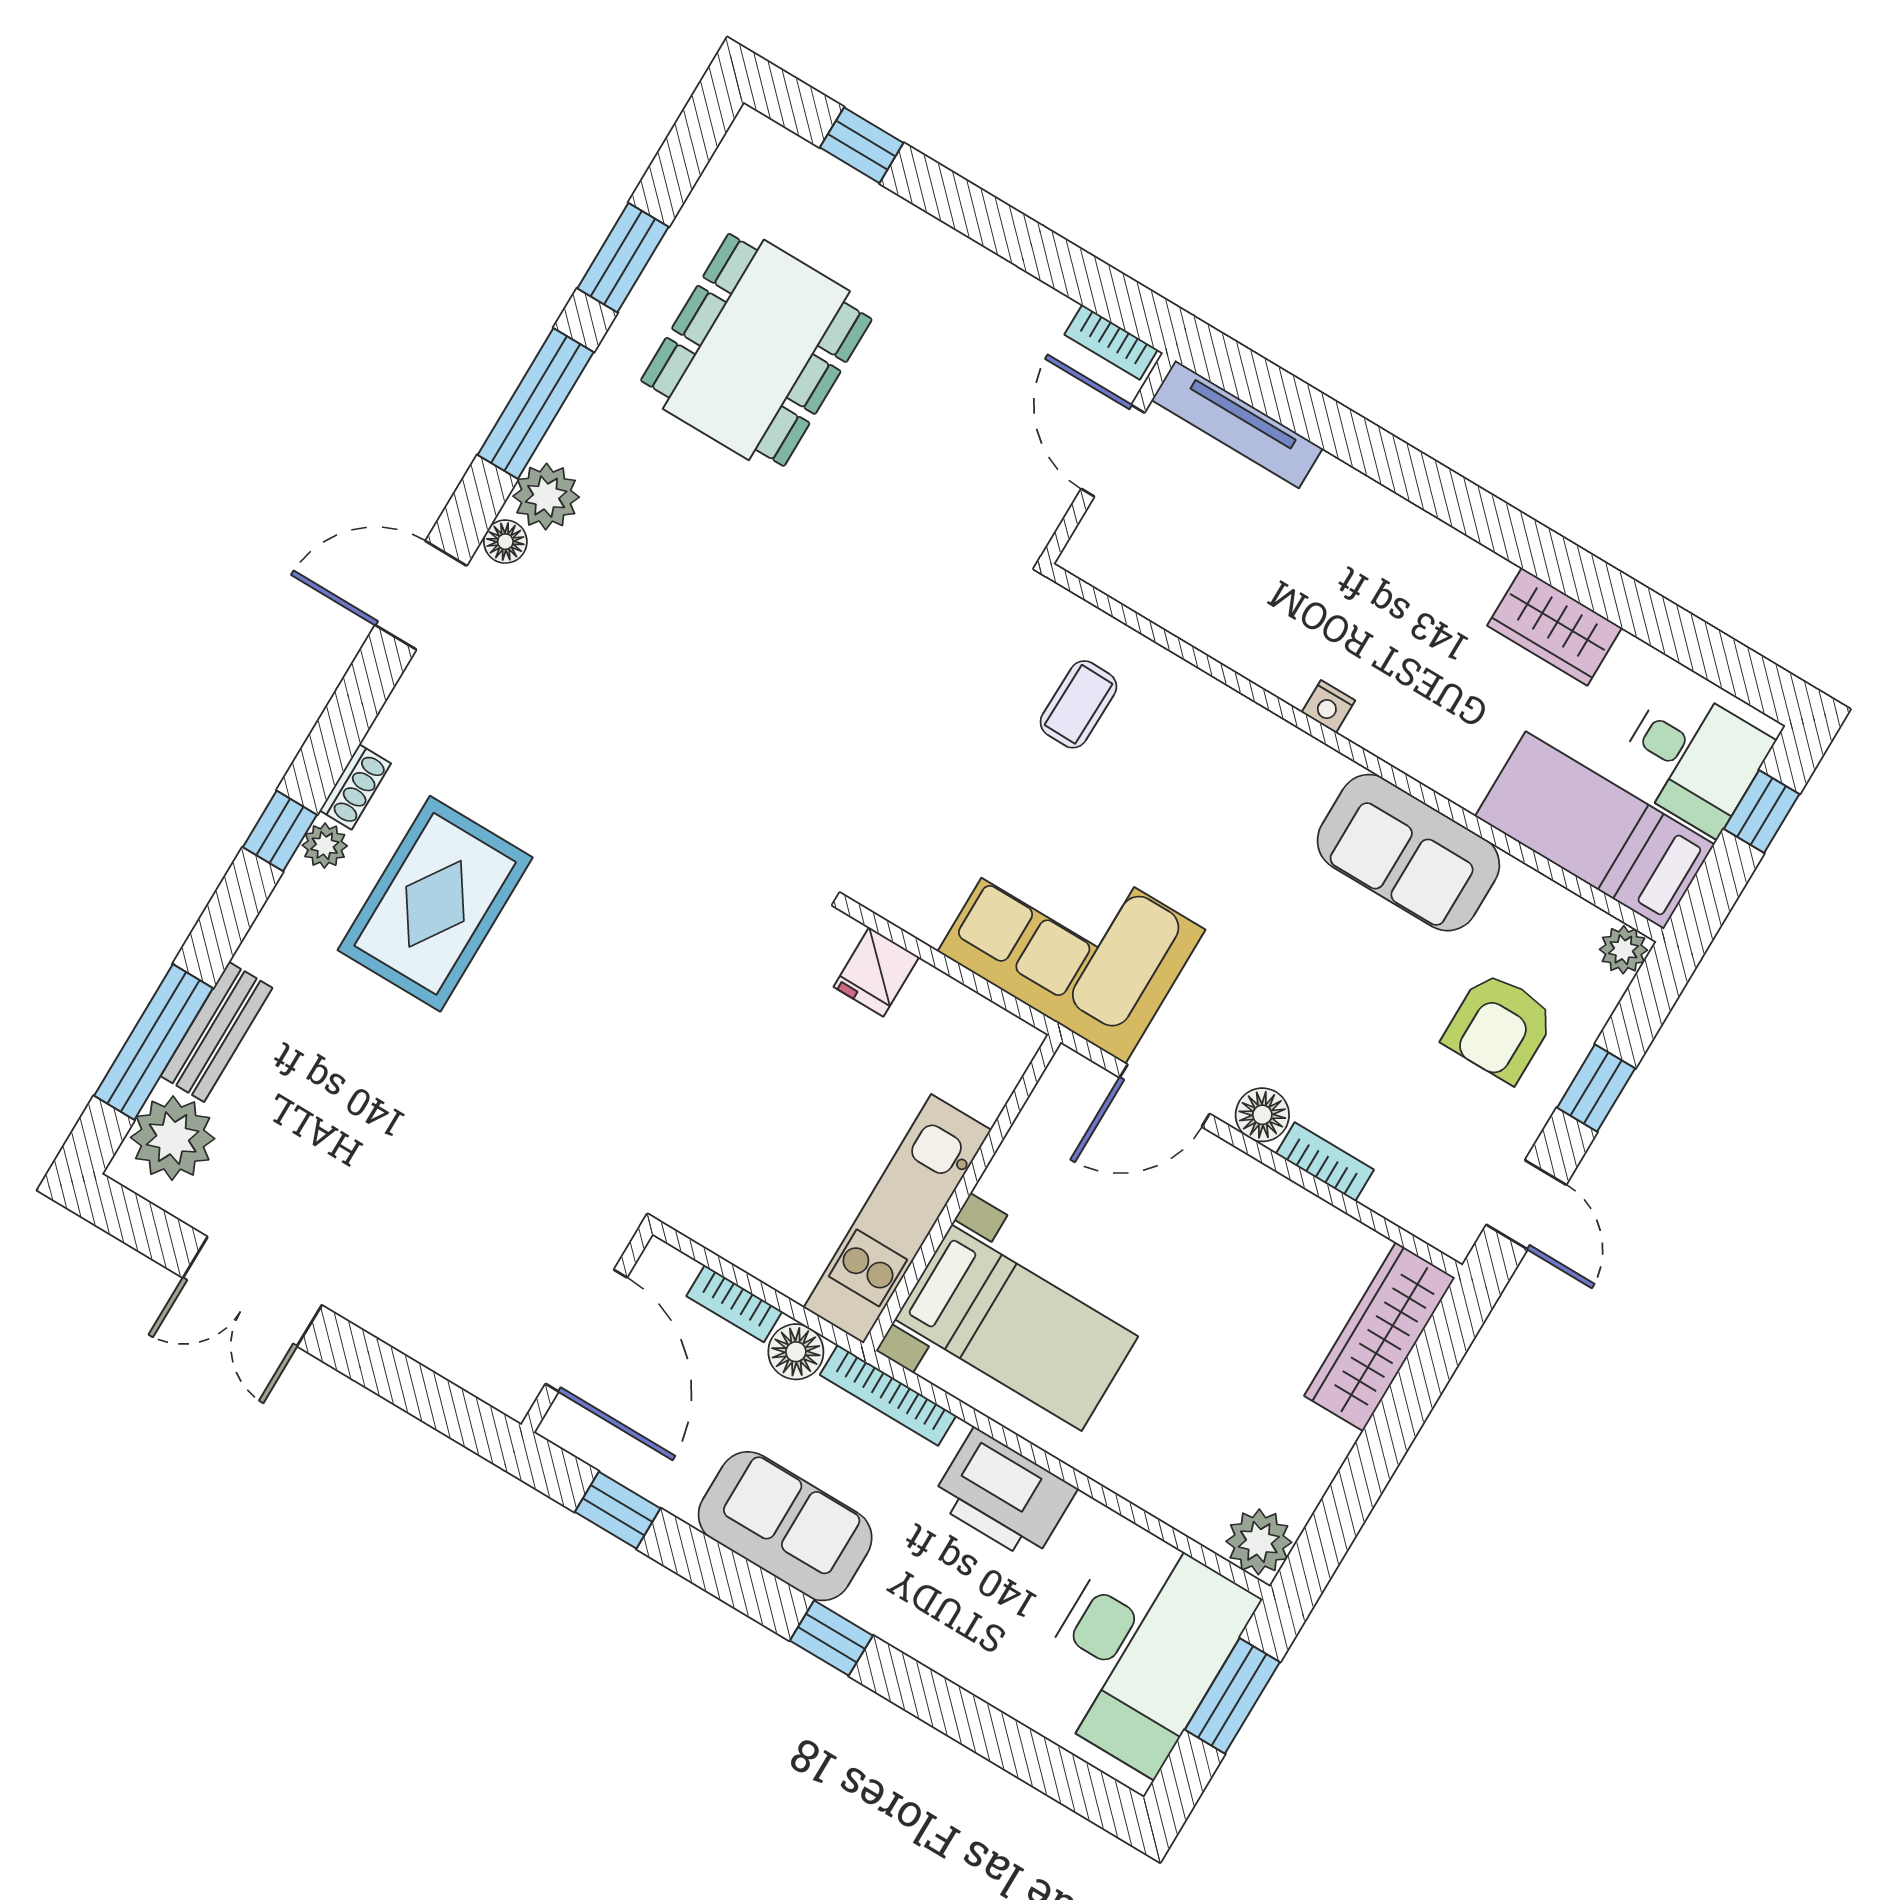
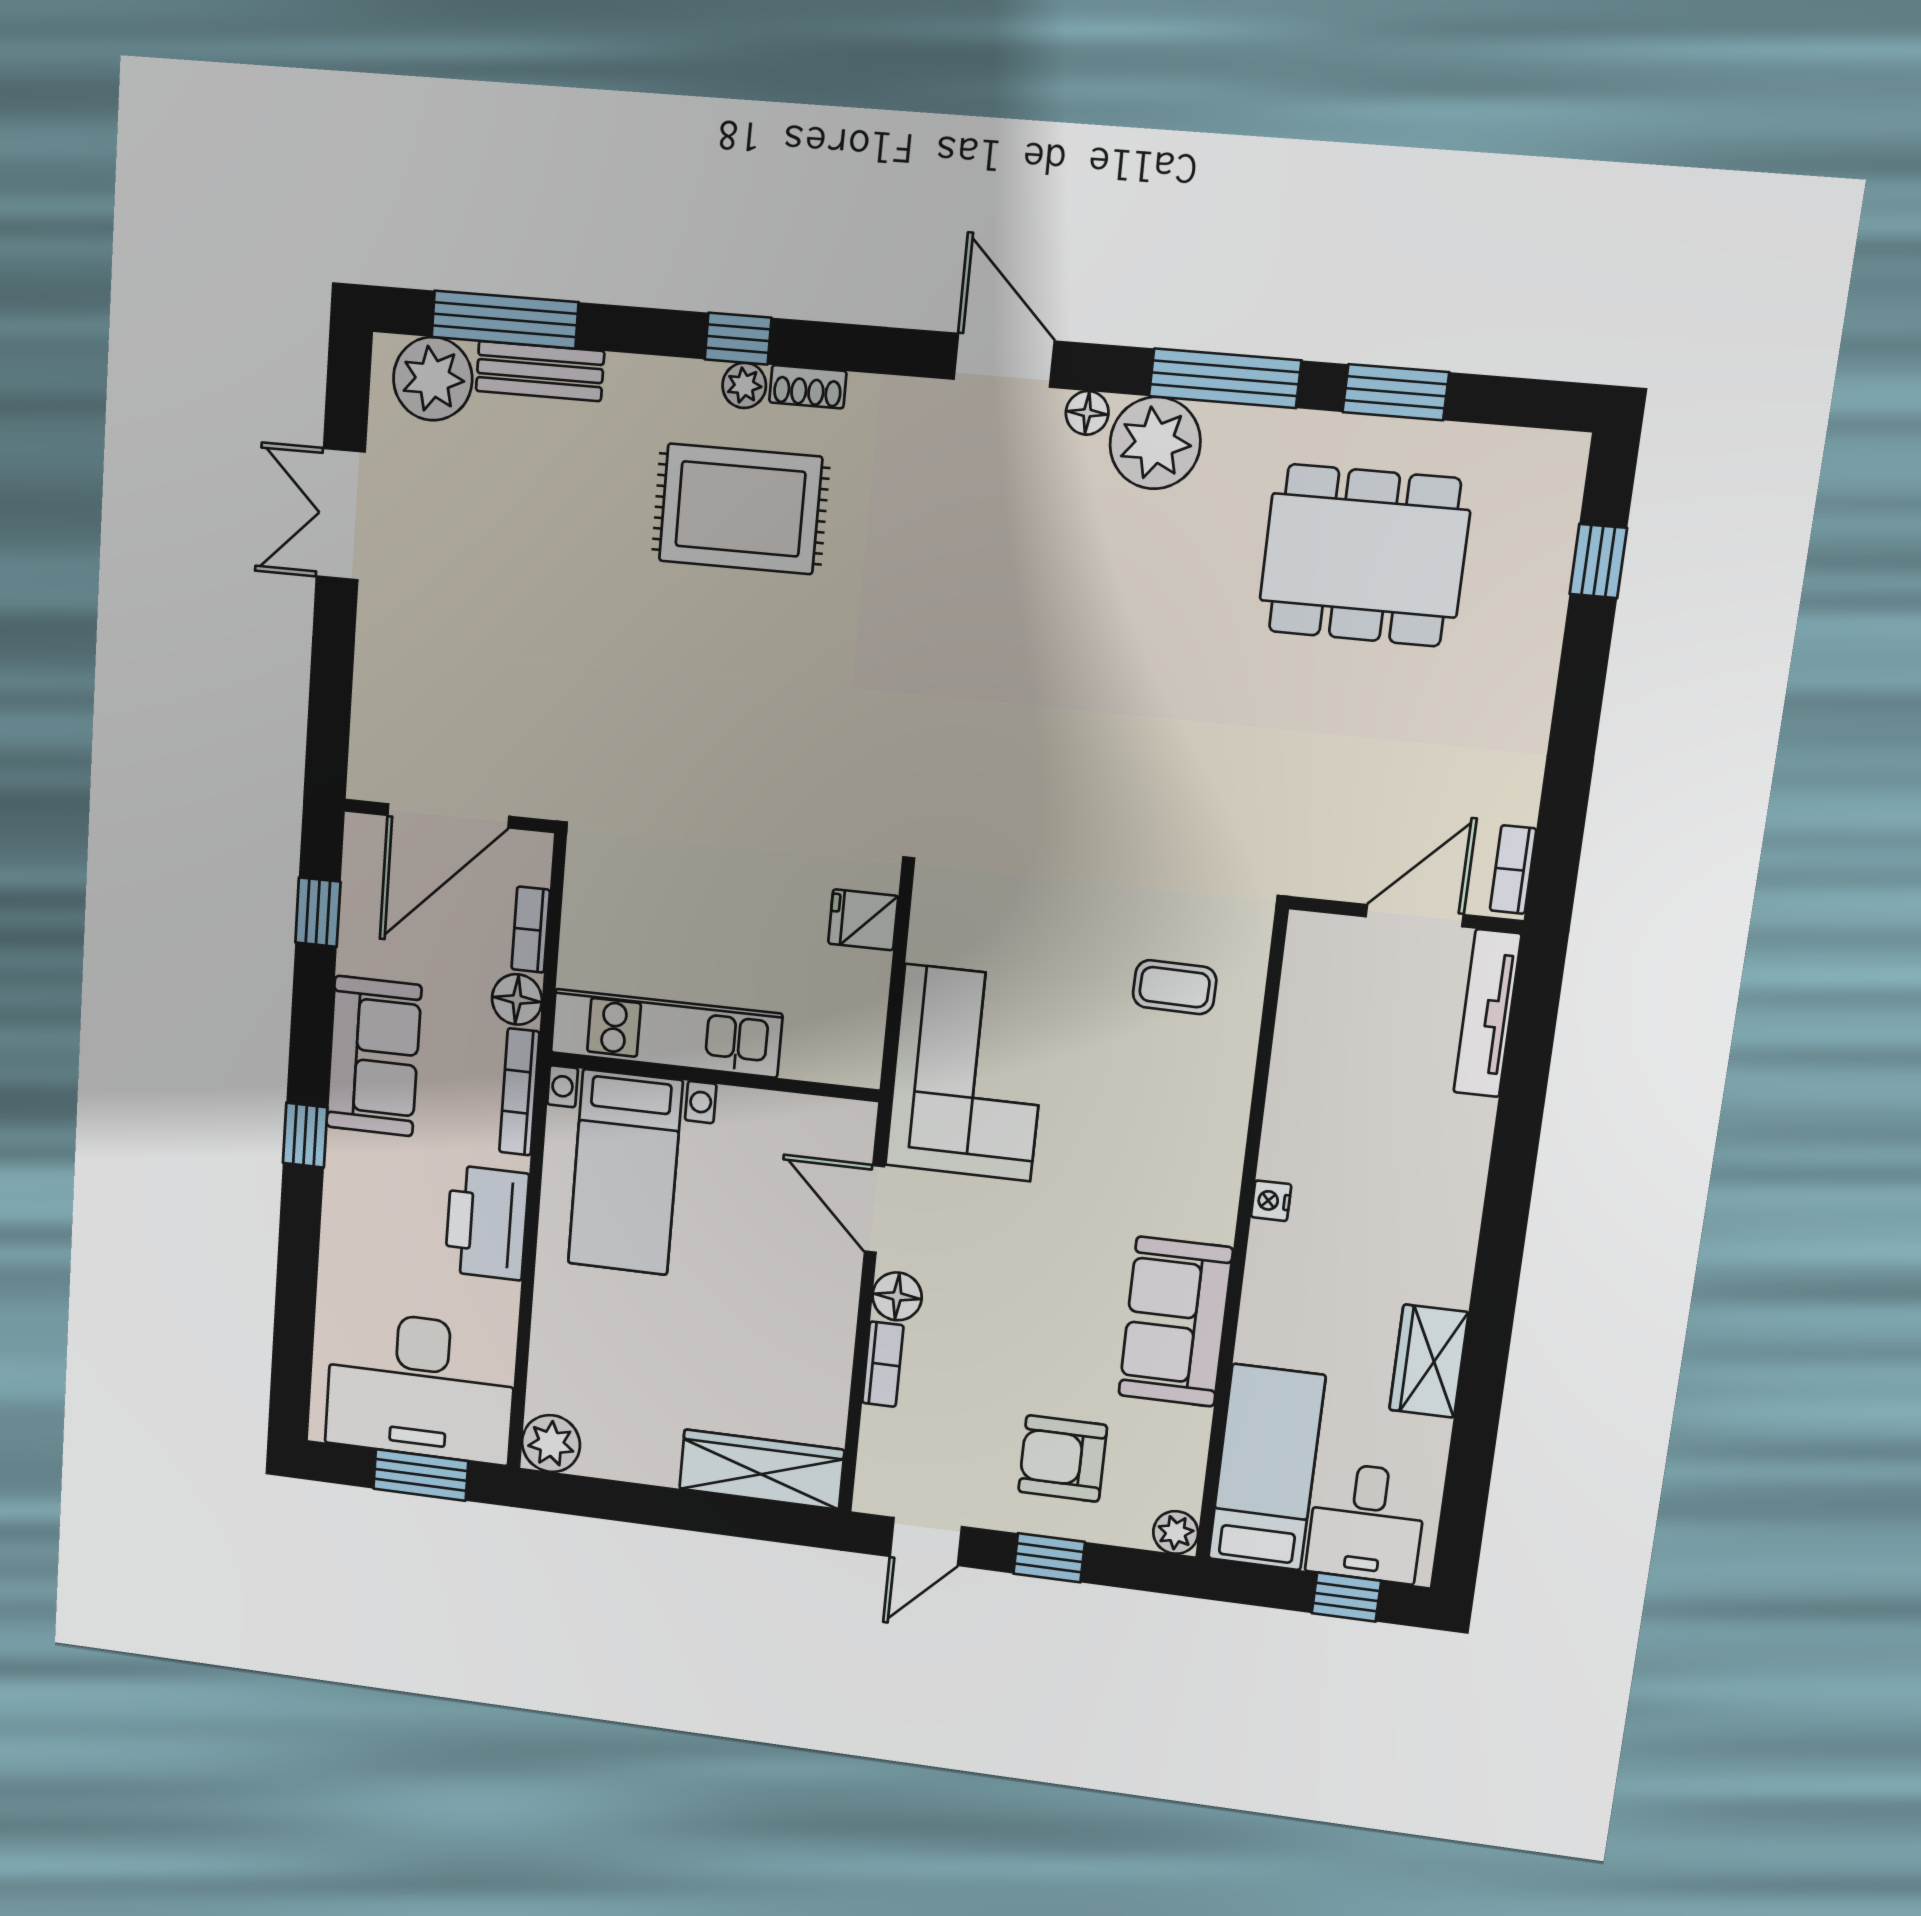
plant: (546, 497) -> (1155, 443), width x1.36, depth x1.36

